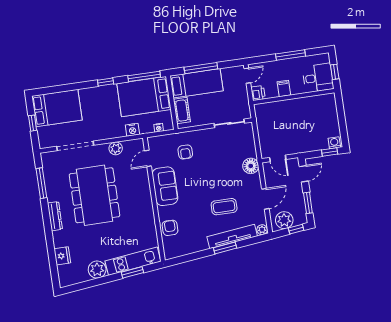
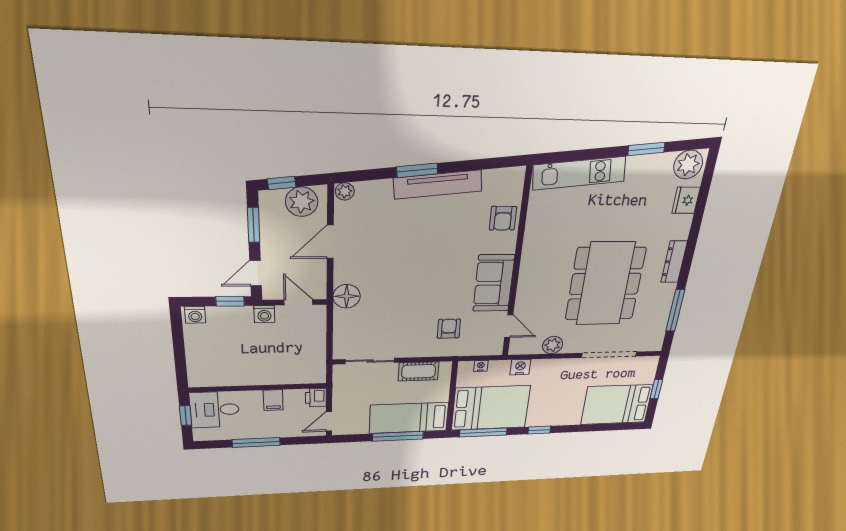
cot: (182, 111) -> (419, 371), moved, turned 90
washing machine: (296, 148) -> (264, 314), added
window: (330, 152) -> (230, 301), moved
door: (148, 158) -> (509, 326), hinge flipped
coffee table: (224, 207) -> (404, 239), removed
tv unit: (232, 236) -> (438, 185), moved
plant: (97, 270) -> (688, 165), moved
window: (132, 272) -> (646, 149), moved

